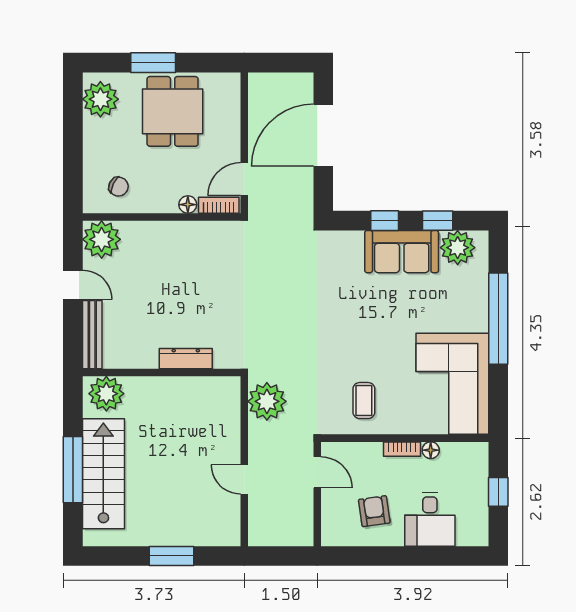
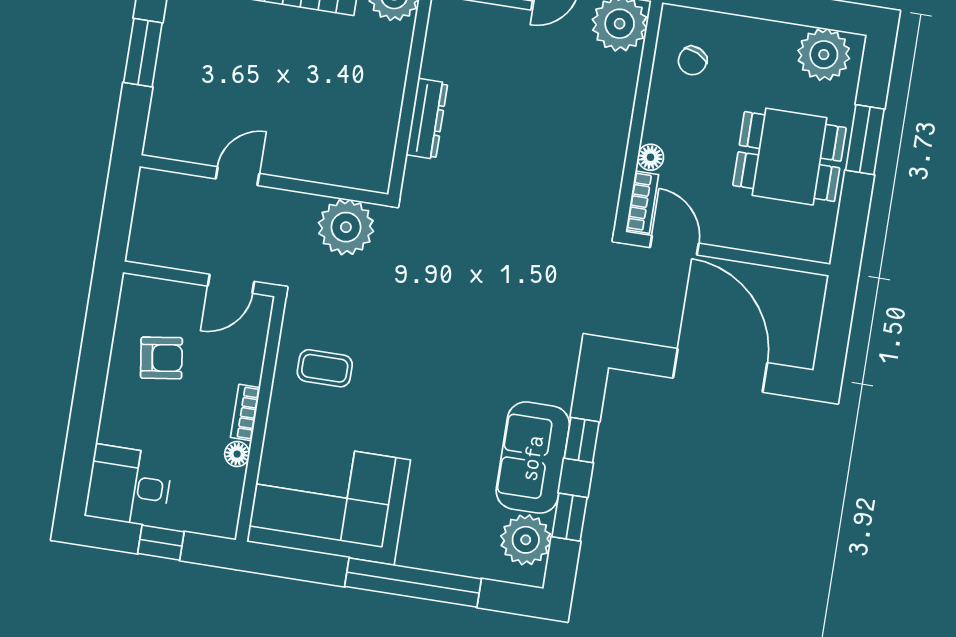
desk: (430, 519) -> (129, 486), moved

